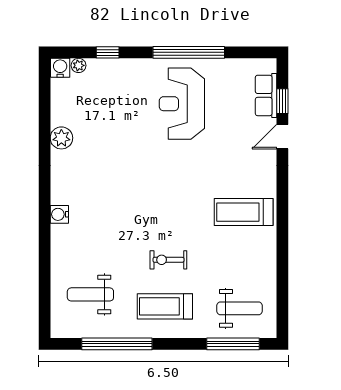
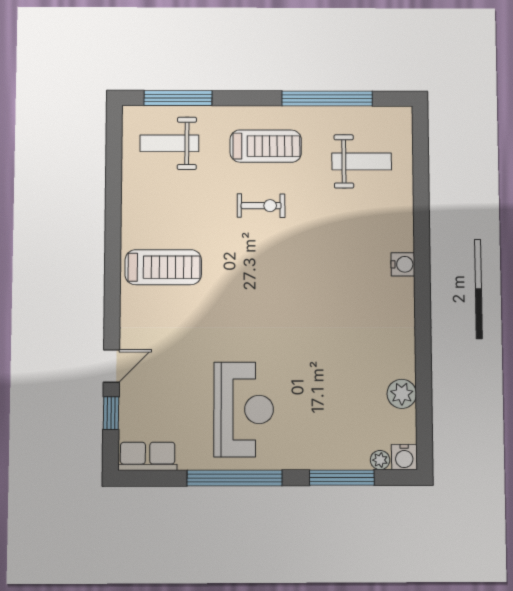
window: (108, 52) -> (342, 478), width x2.17
row of seats: (266, 95) -> (148, 456), moved, turned -90
plant: (61, 138) -> (402, 394), moved

